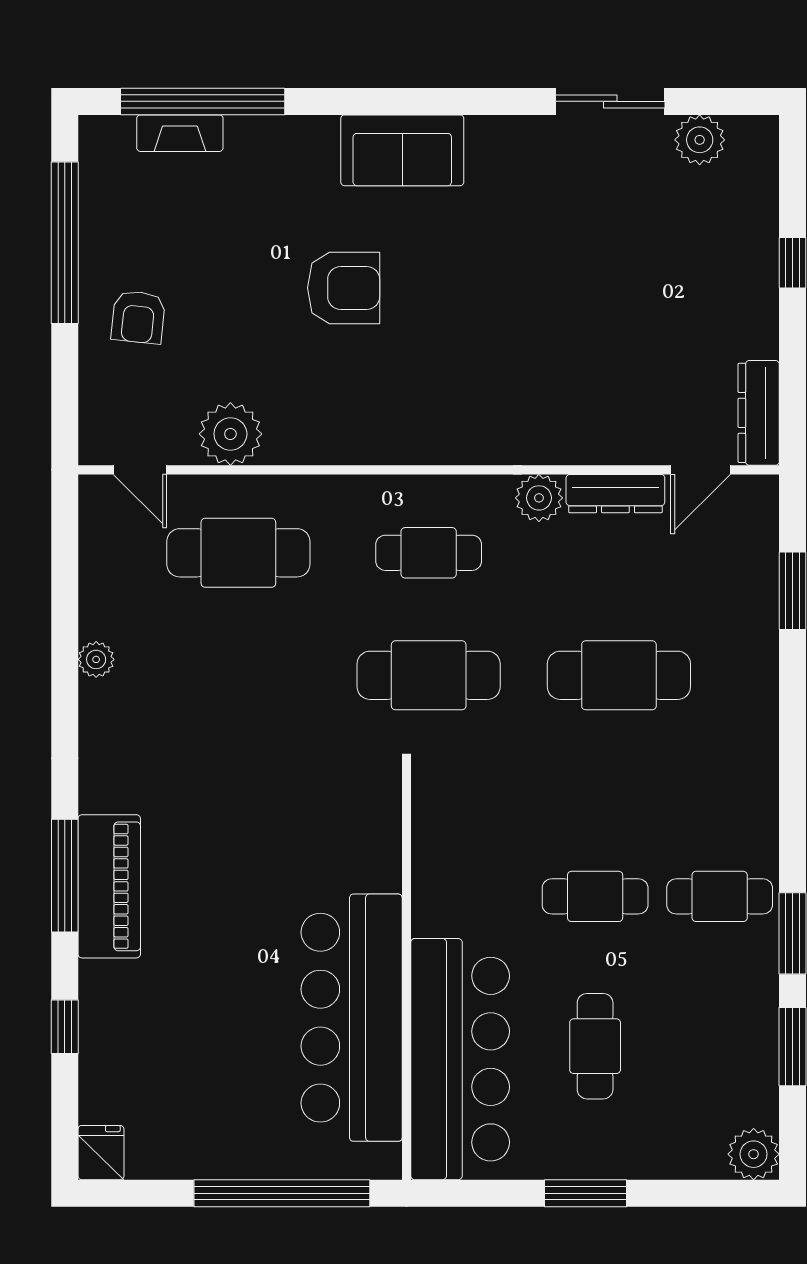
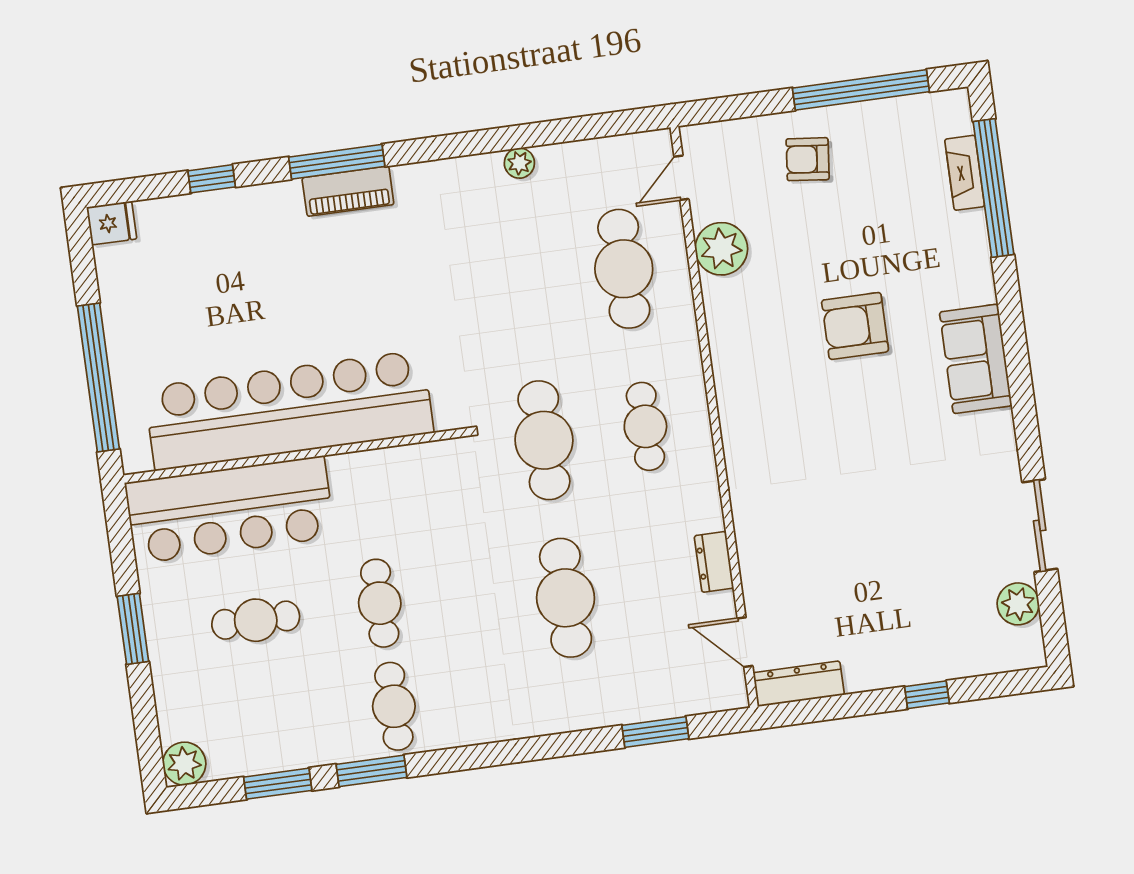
armchair: (344, 288) -> (855, 326), turned 90
dresser: (615, 494) -> (714, 562), width x0.70
plant: (539, 498) -> (703, 511), removed
piano: (109, 886) -> (348, 191), width x0.73, depth x0.75
bar counter: (352, 1018) -> (289, 410), width x1.36

